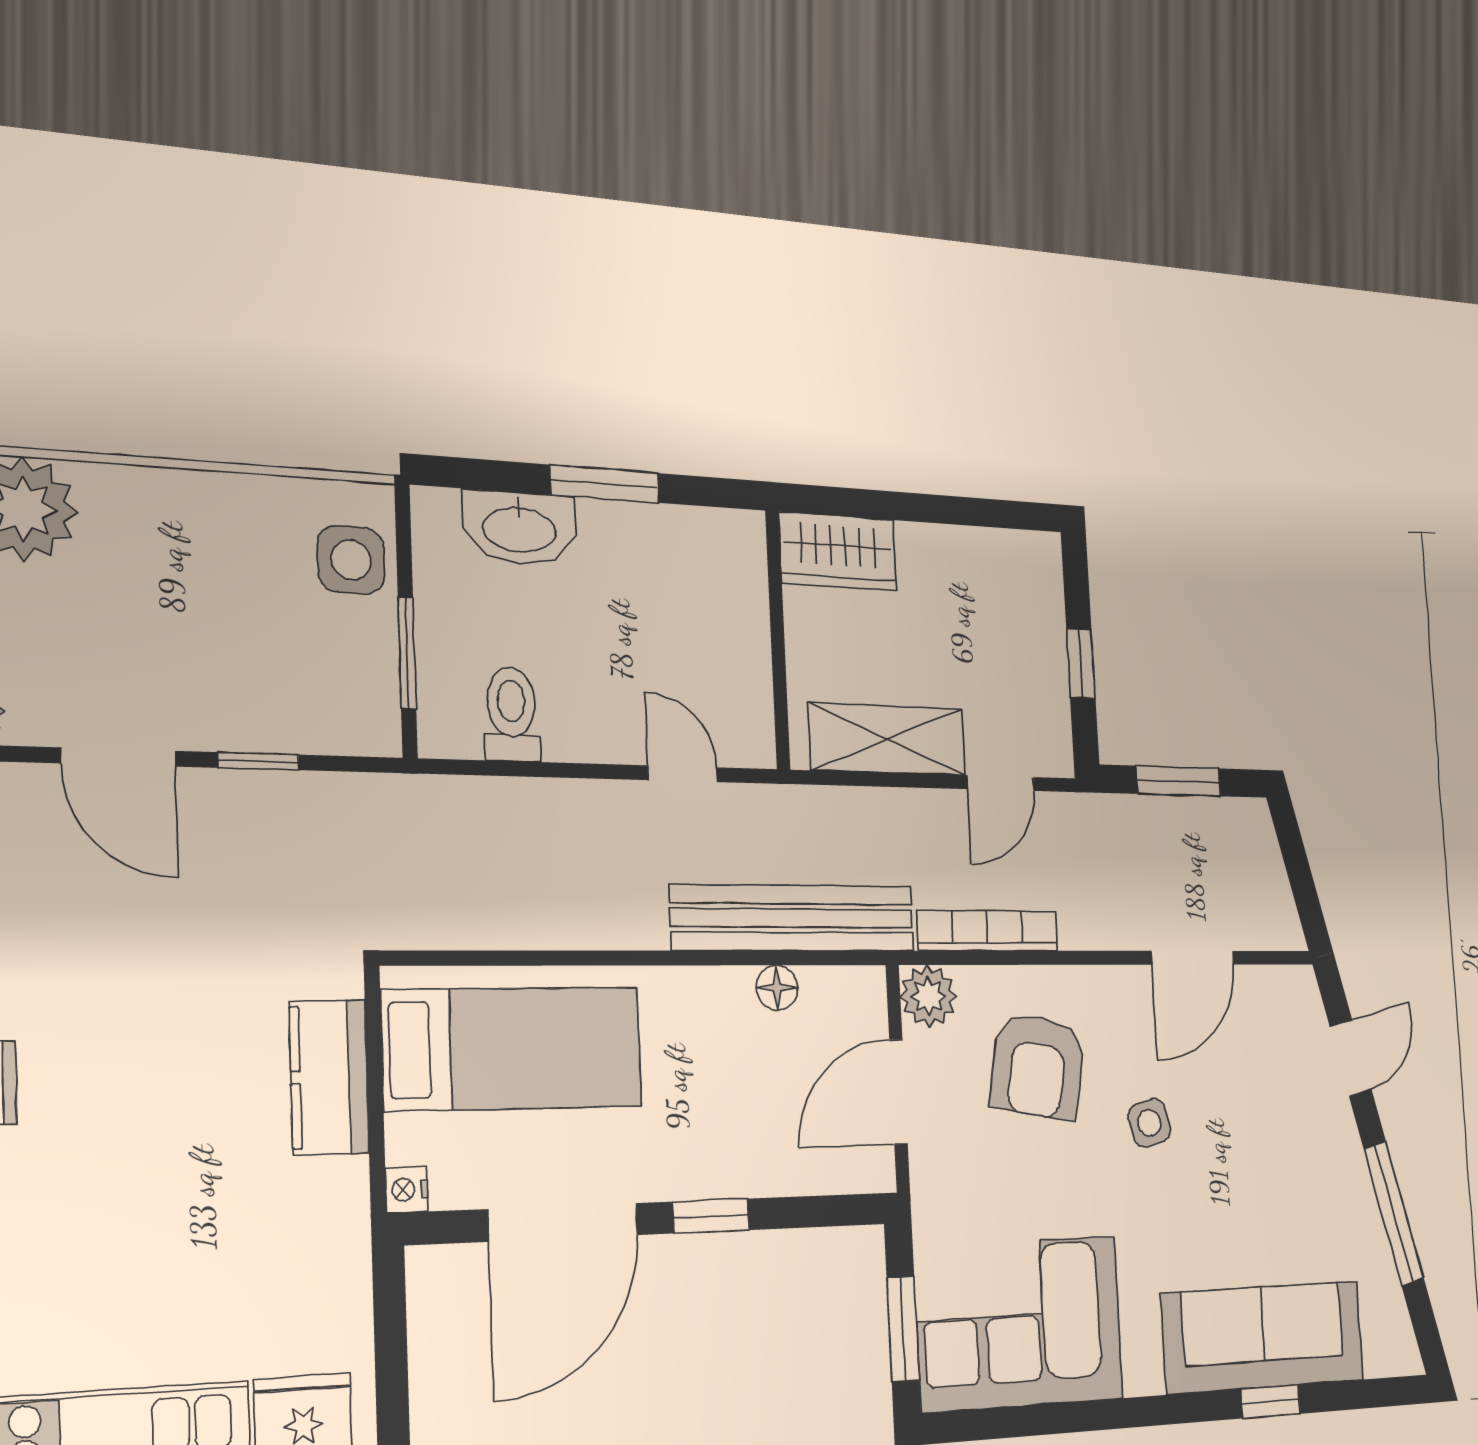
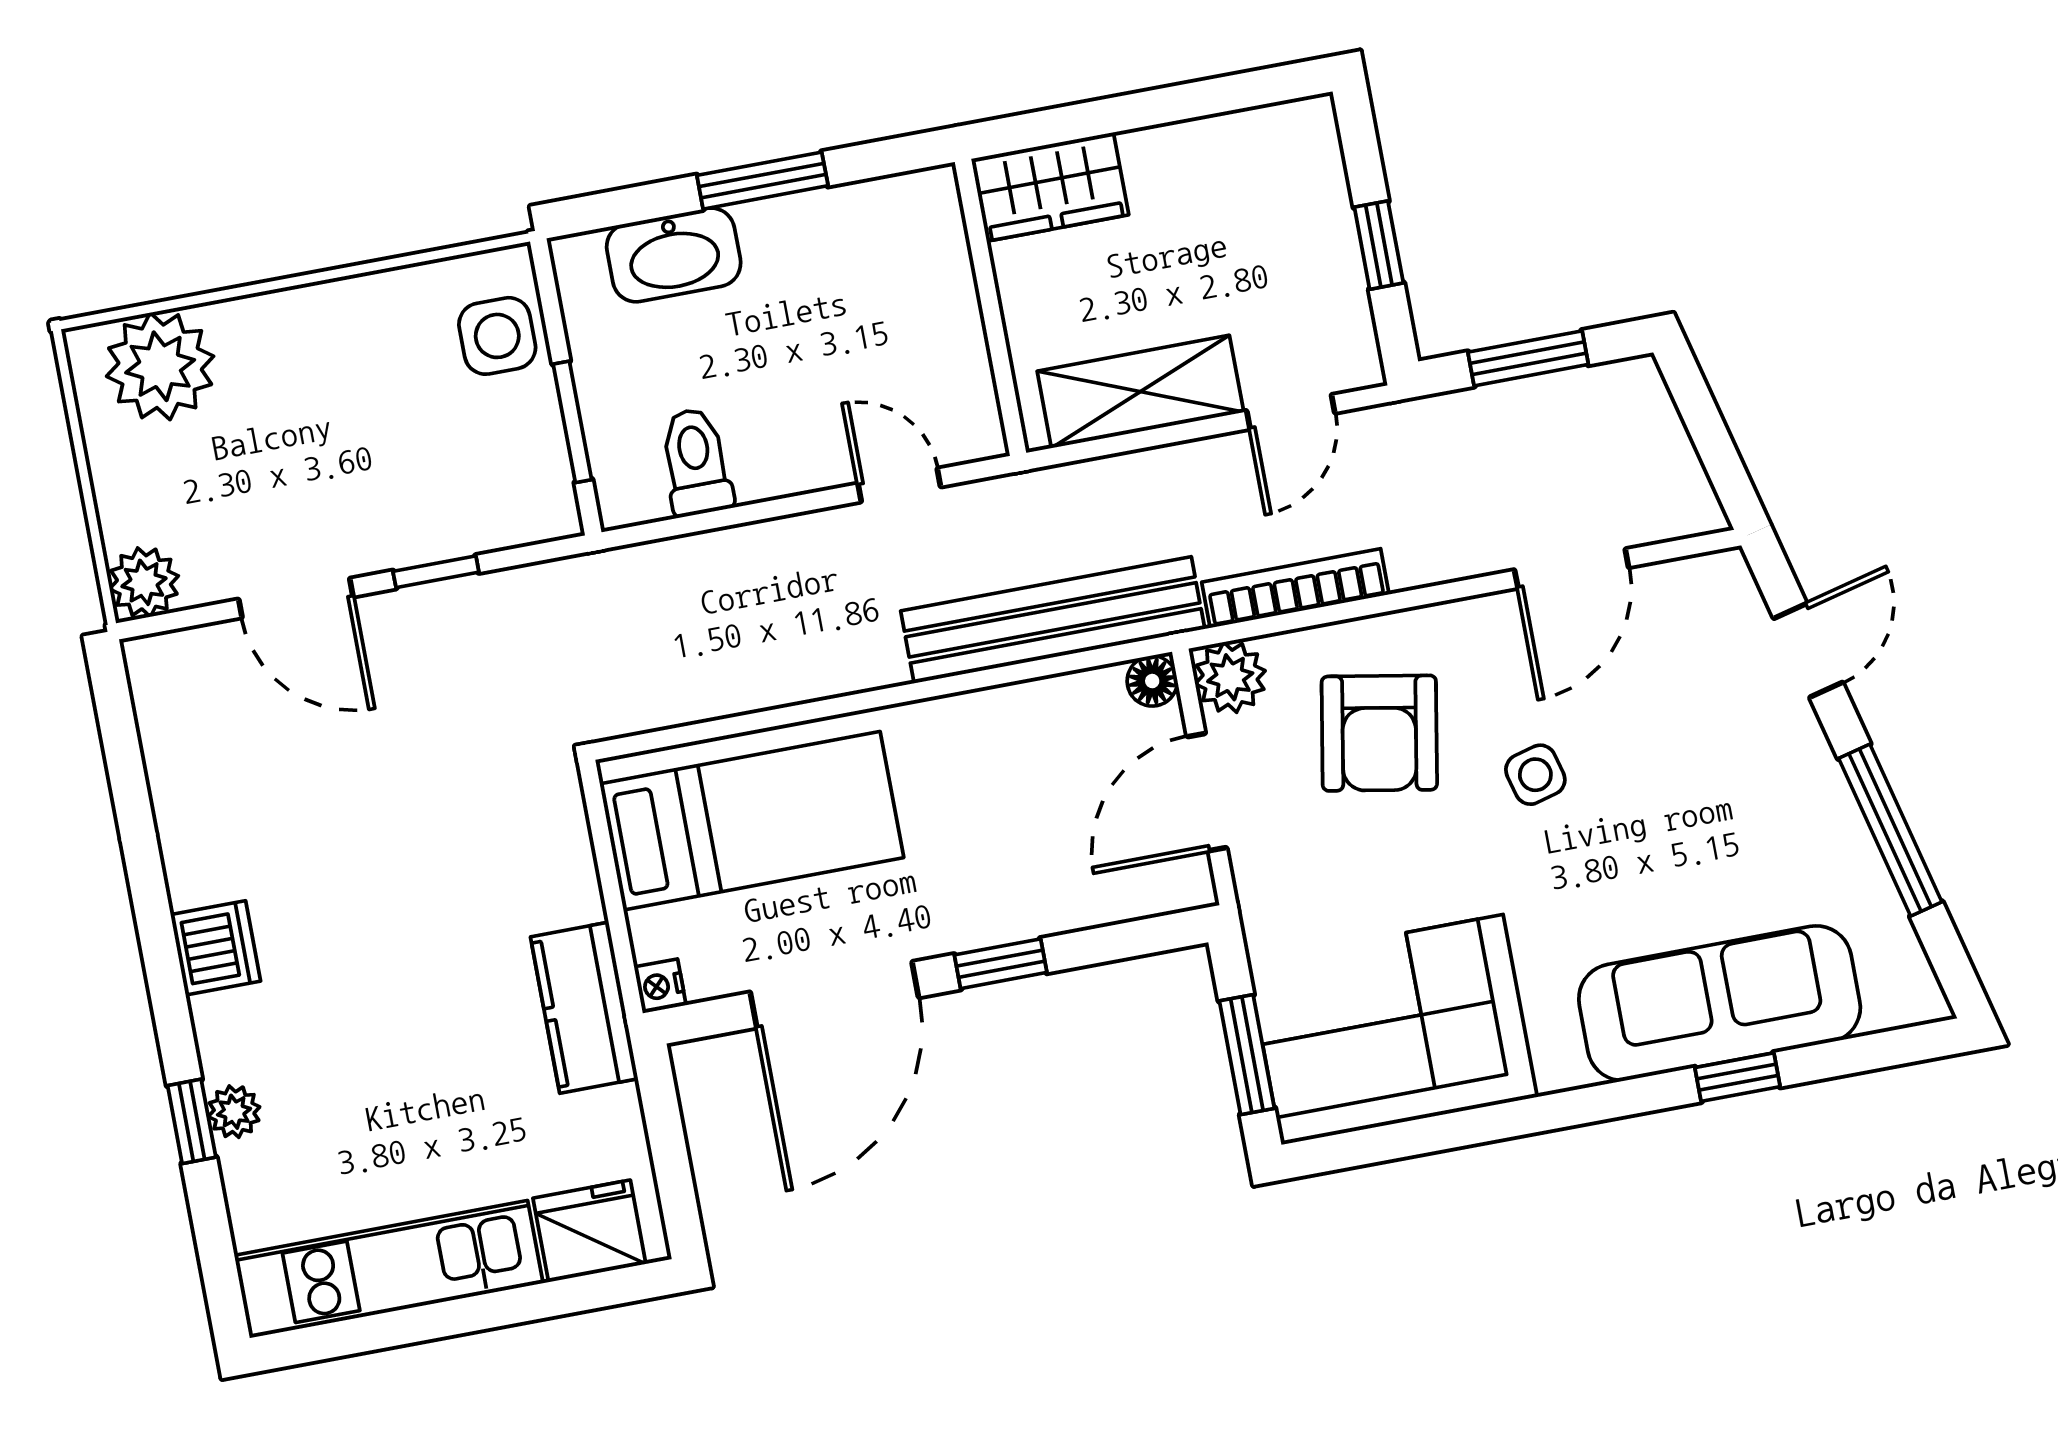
floor lamp: (777, 988) -> (1152, 681), moved
kitchen counter: (329, 1077) -> (584, 1008), moved

